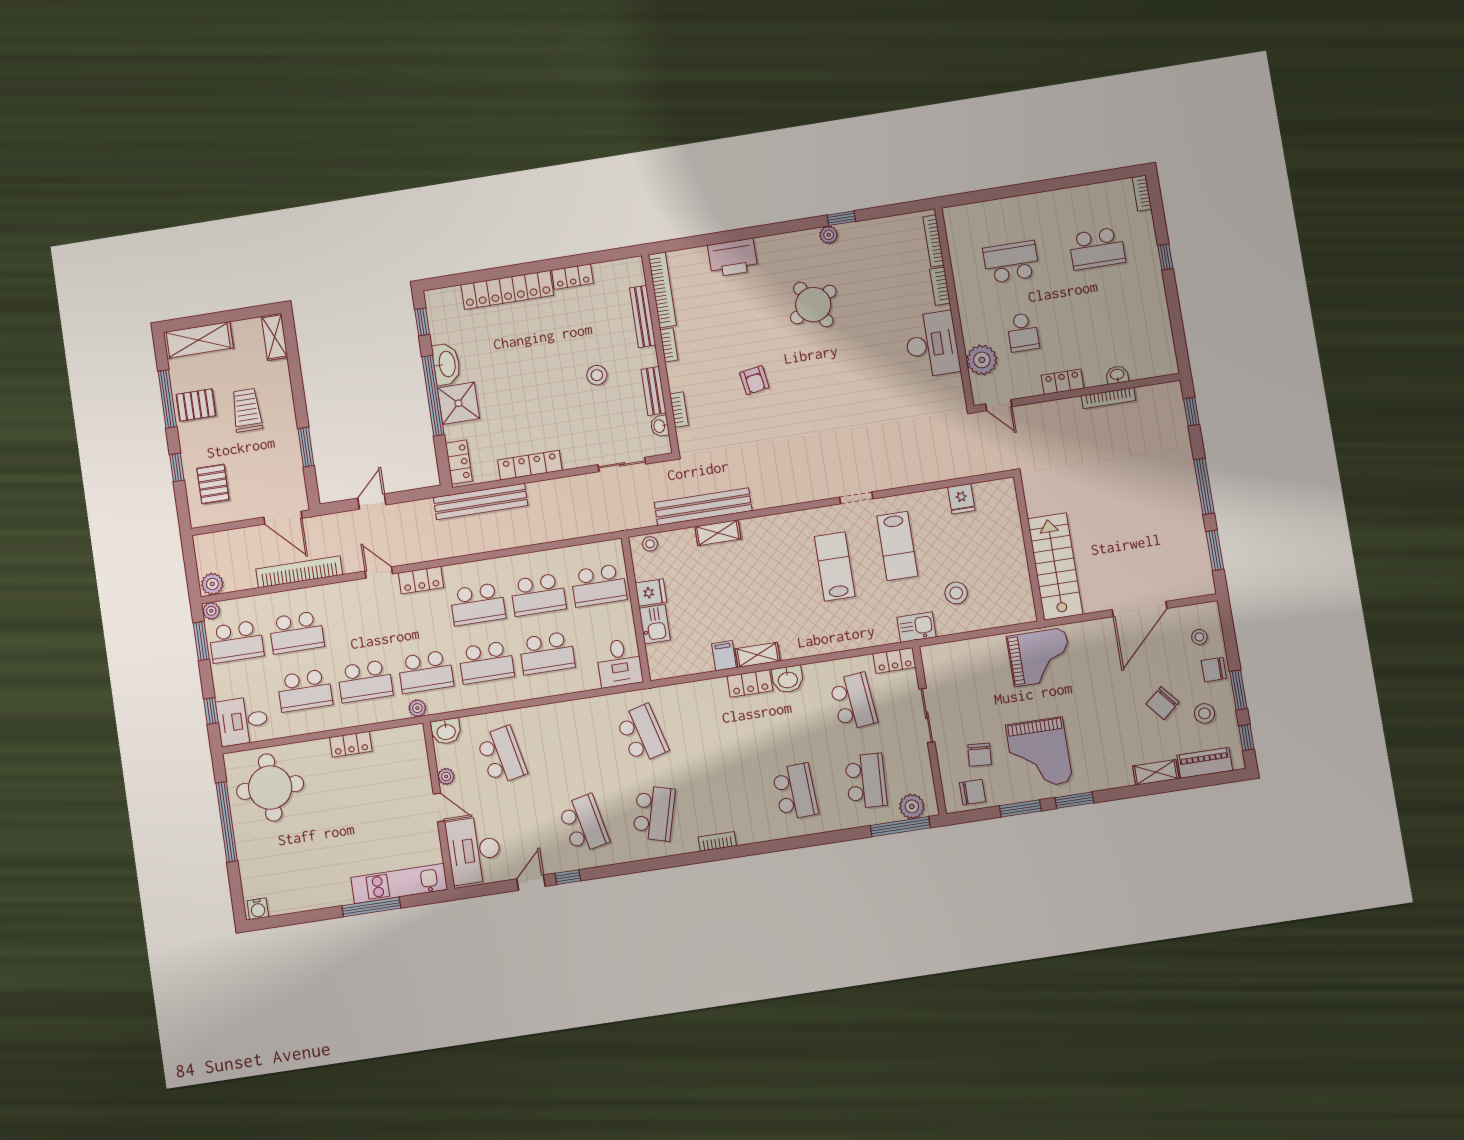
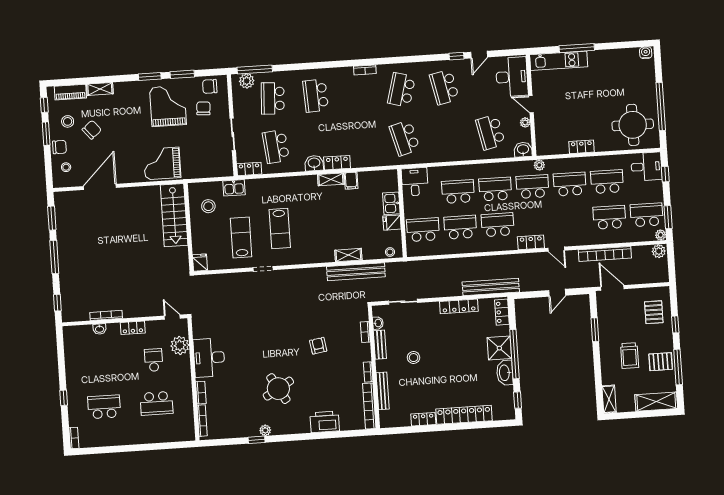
wall: (1029, 548) -> (189, 227), moved
stairs: (1055, 566) -> (174, 215), moved

